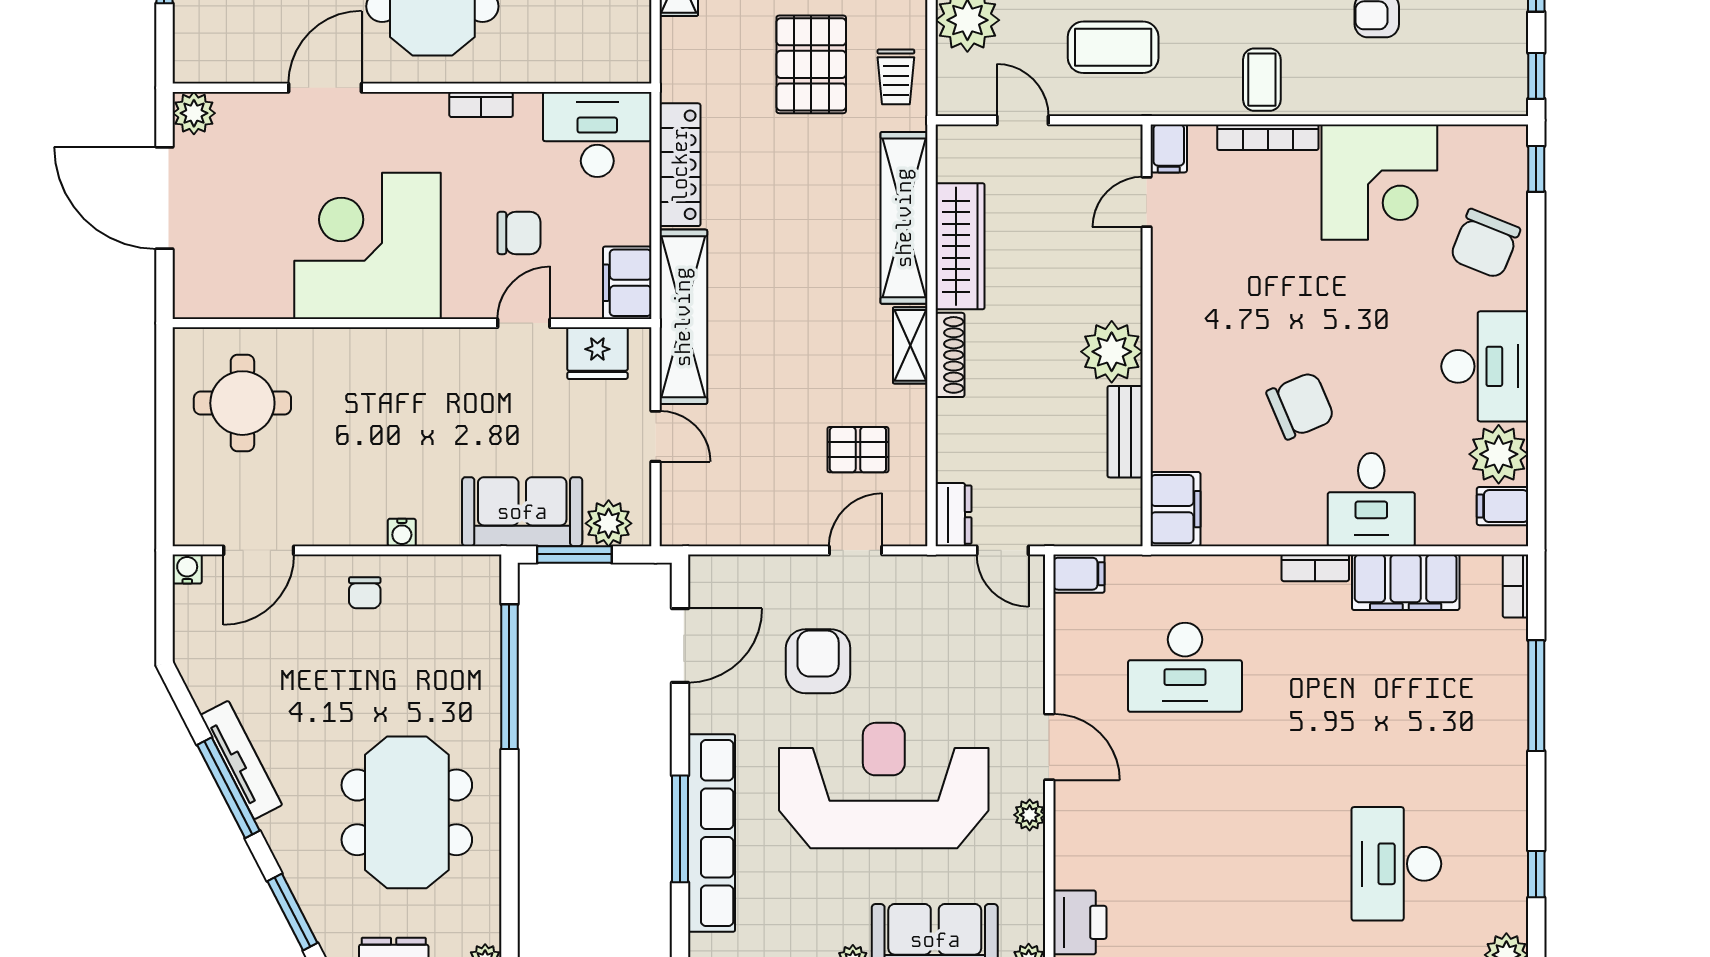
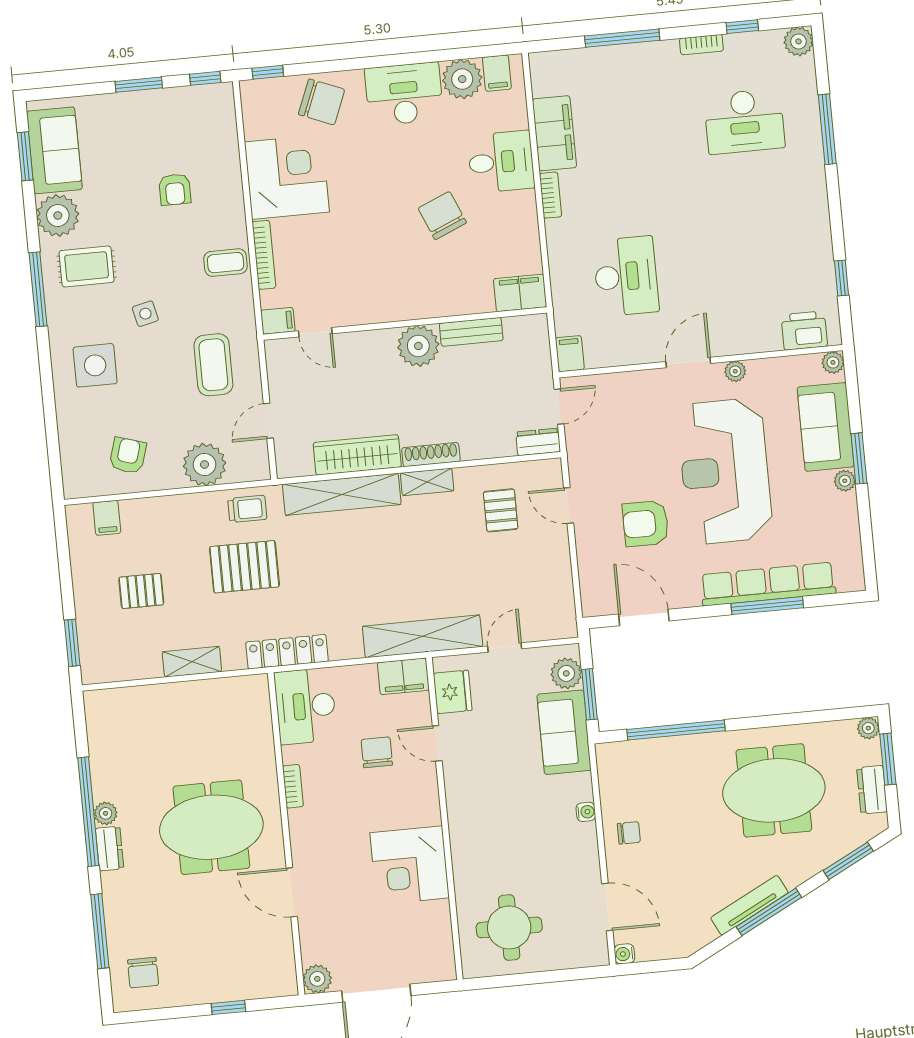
locker: (680, 165) -> (287, 652), moved
corner desk: (368, 246) -> (410, 865), width x0.74, depth x0.74
bookcase: (1515, 586) -> (701, 45), moved

